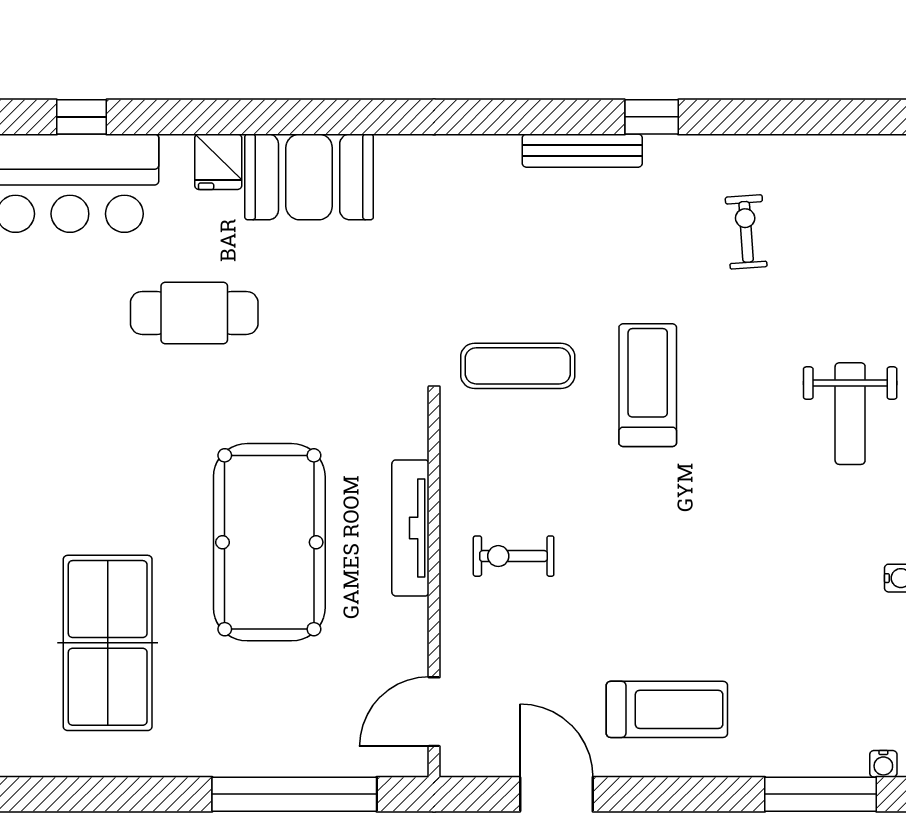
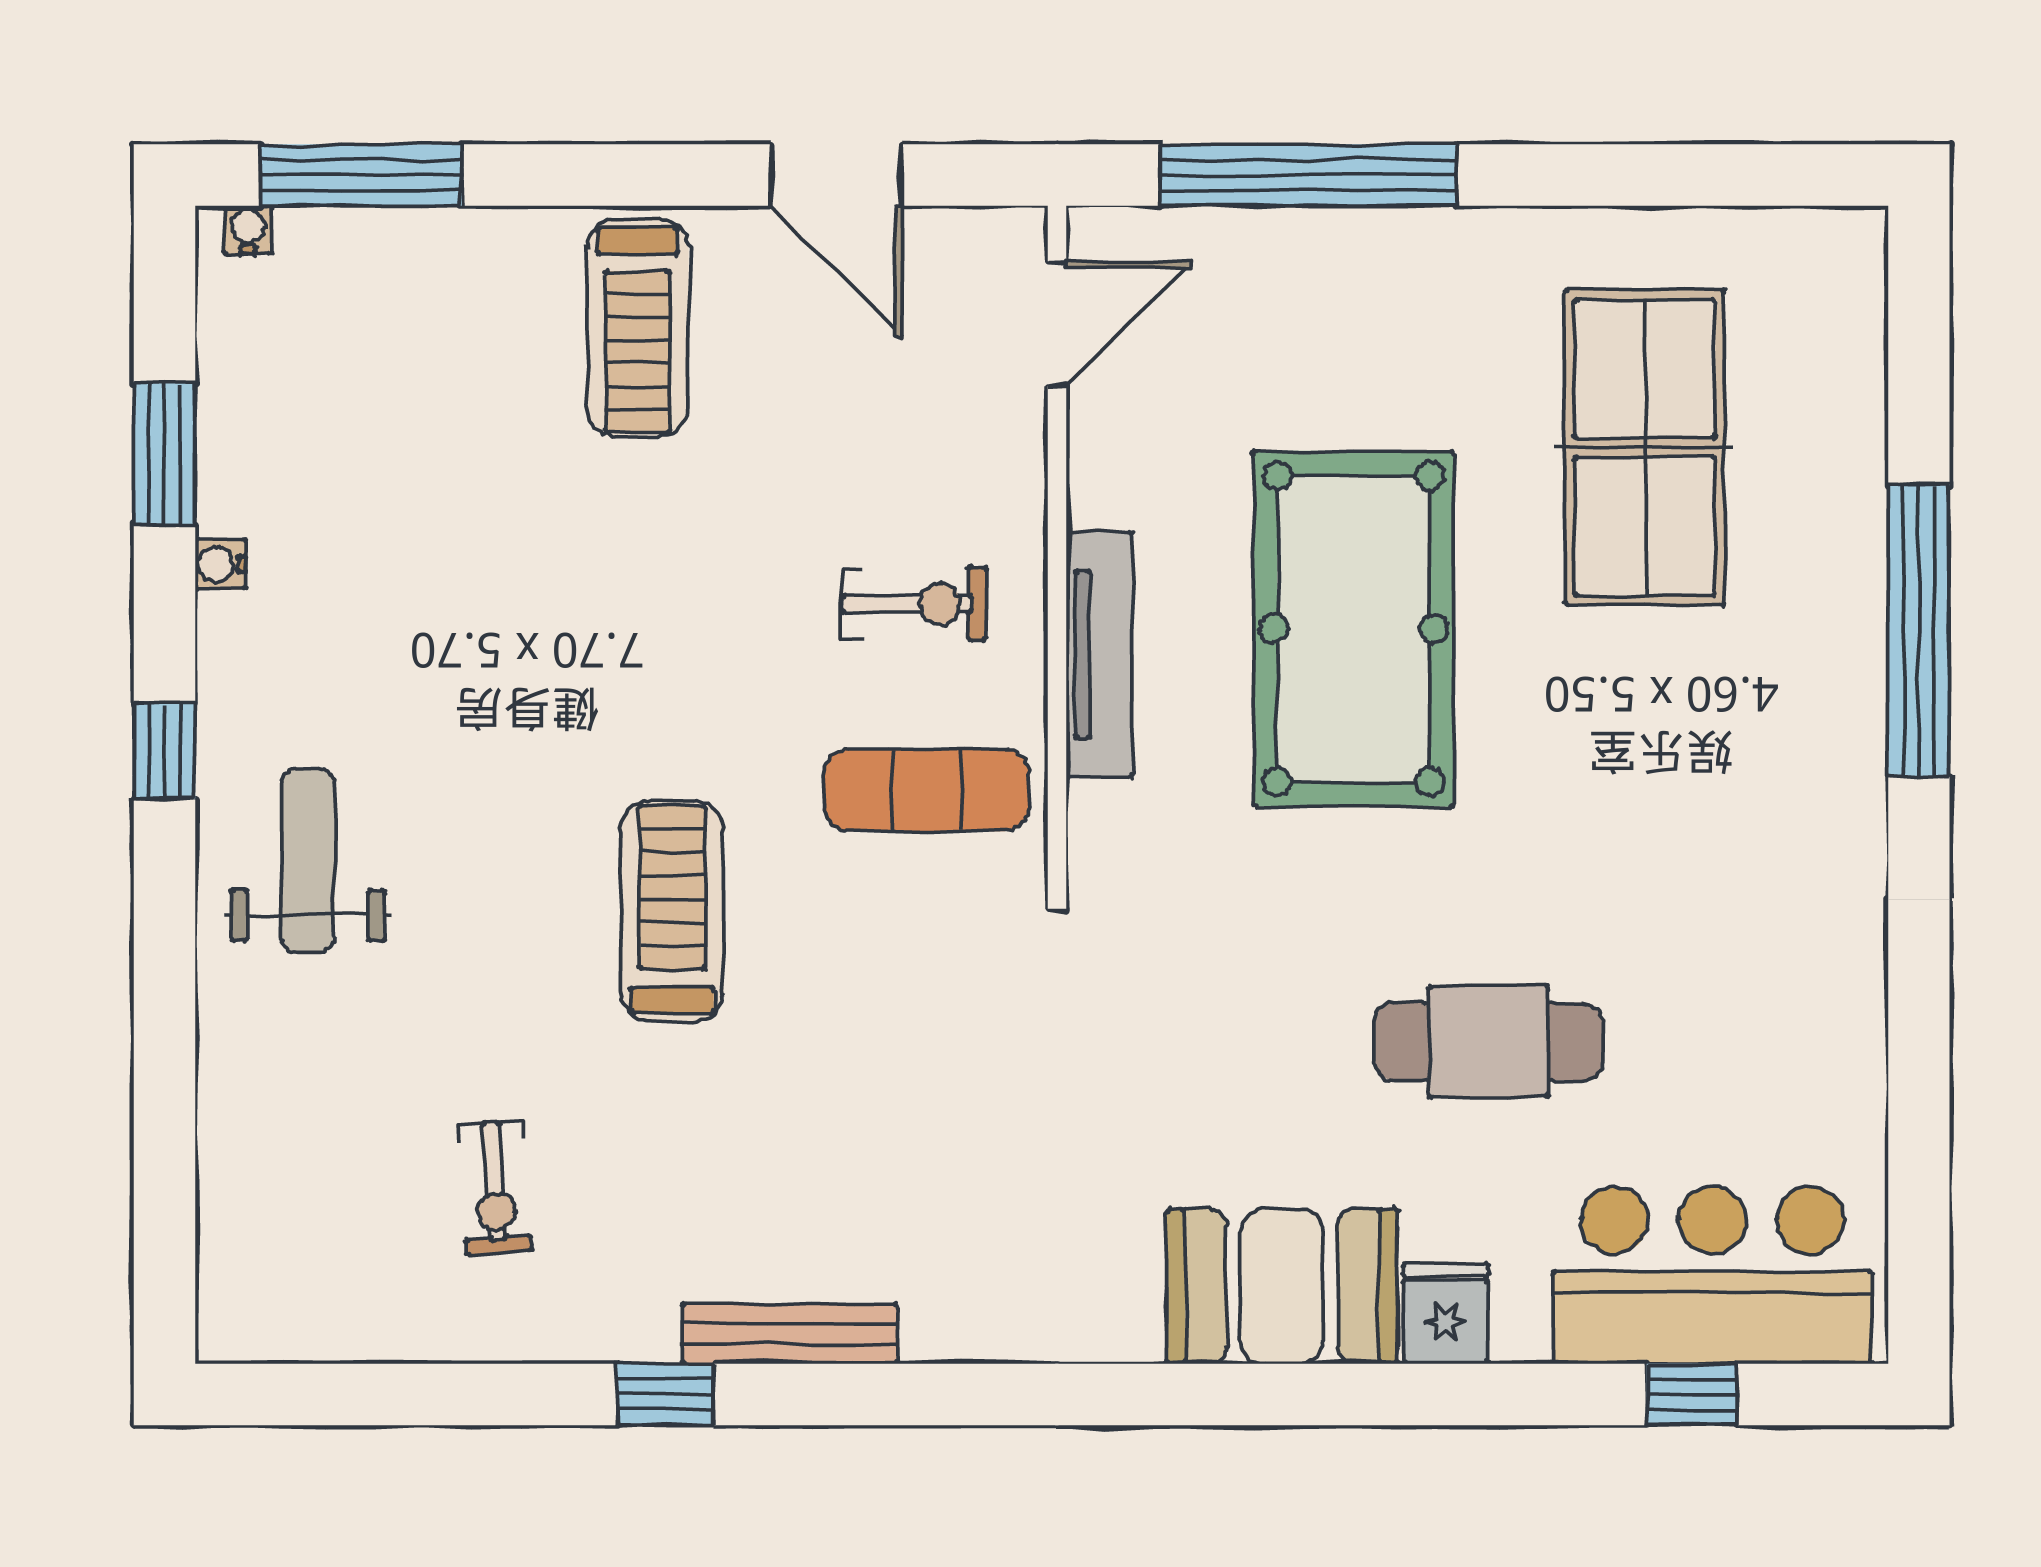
exercise mat: (518, 366) -> (927, 790), moved
treadmill: (648, 385) -> (672, 912), turned 180
treadmill: (667, 709) -> (638, 328), turned -90

